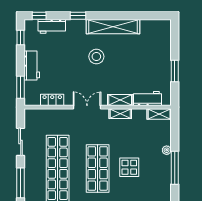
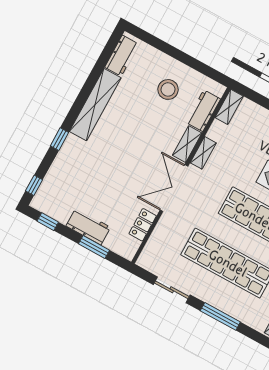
workbench: (52, 26) -> (122, 56), moved
stool: (96, 57) -> (168, 89), moved
window: (175, 71) -> (188, 60), removed
window: (21, 87) -> (94, 247), moved
double door: (87, 107) -> (174, 188), width x1.37

